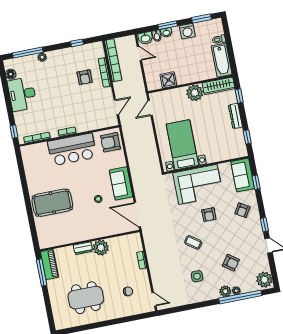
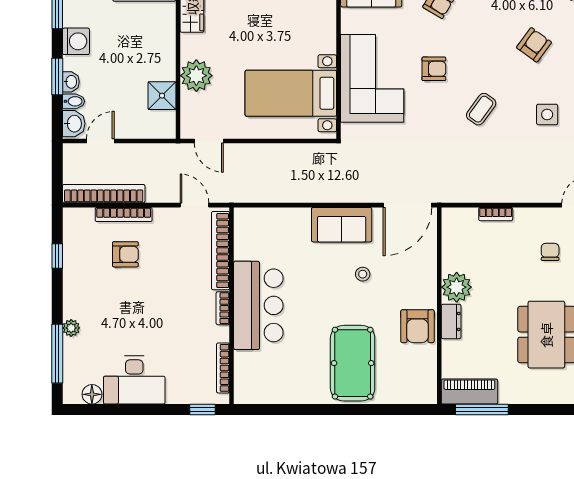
plant: (195, 93) -> (196, 76), moved
bookcase: (96, 125) -> (221, 251), added
armchair: (110, 142) -> (417, 326), moved

